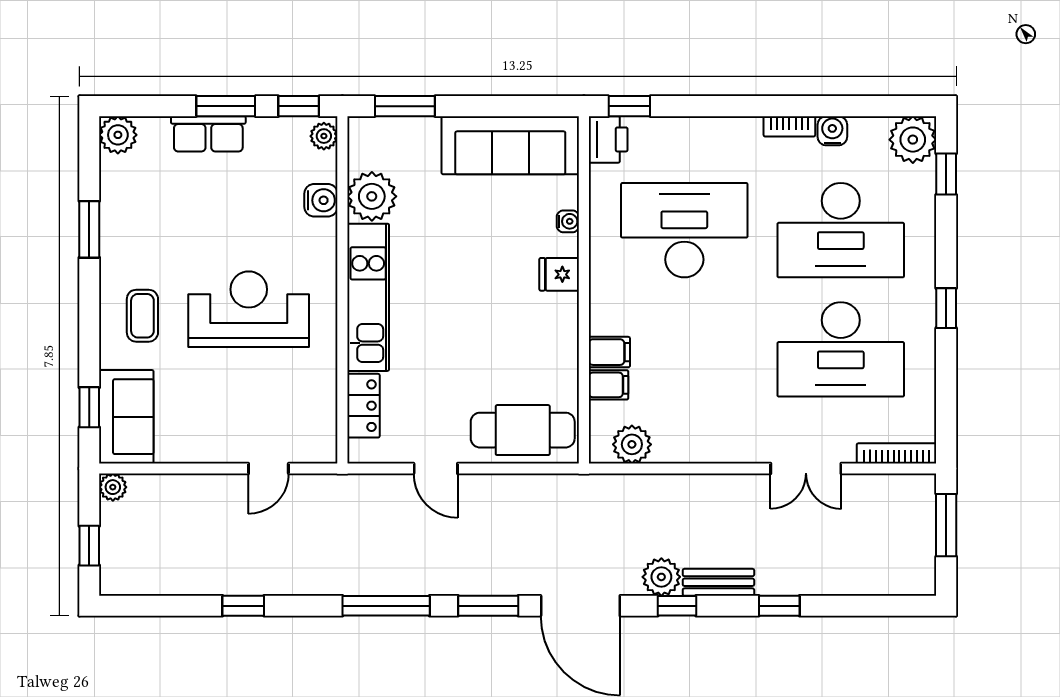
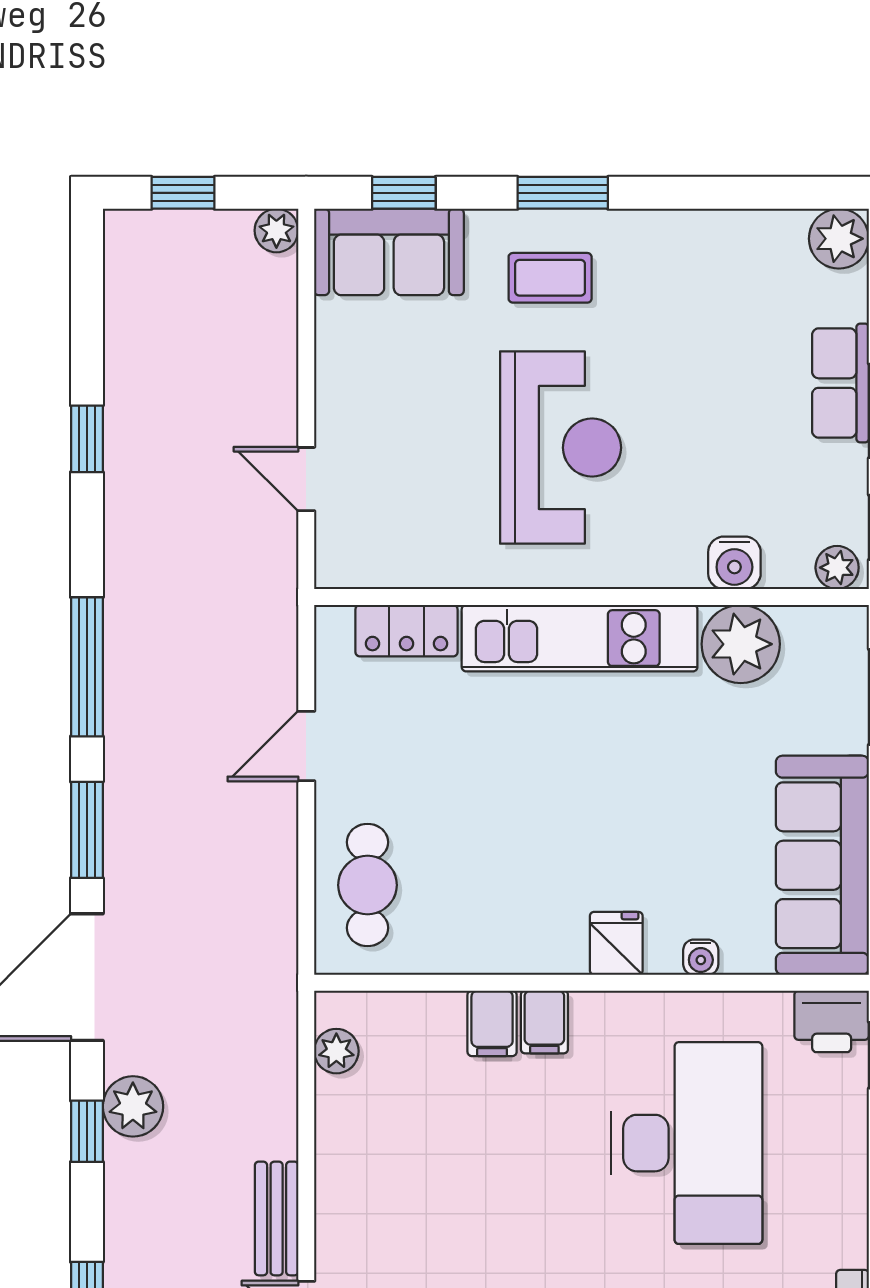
window: (89, 229) -> (563, 193), moved
filing cabinet: (609, 385) -> (544, 1022), moved
cafe table: (523, 430) -> (368, 885), width x0.73, depth x0.74
plant: (632, 444) -> (336, 1051), width x0.73, depth x0.73
bench: (718, 582) -> (277, 1218), moved

